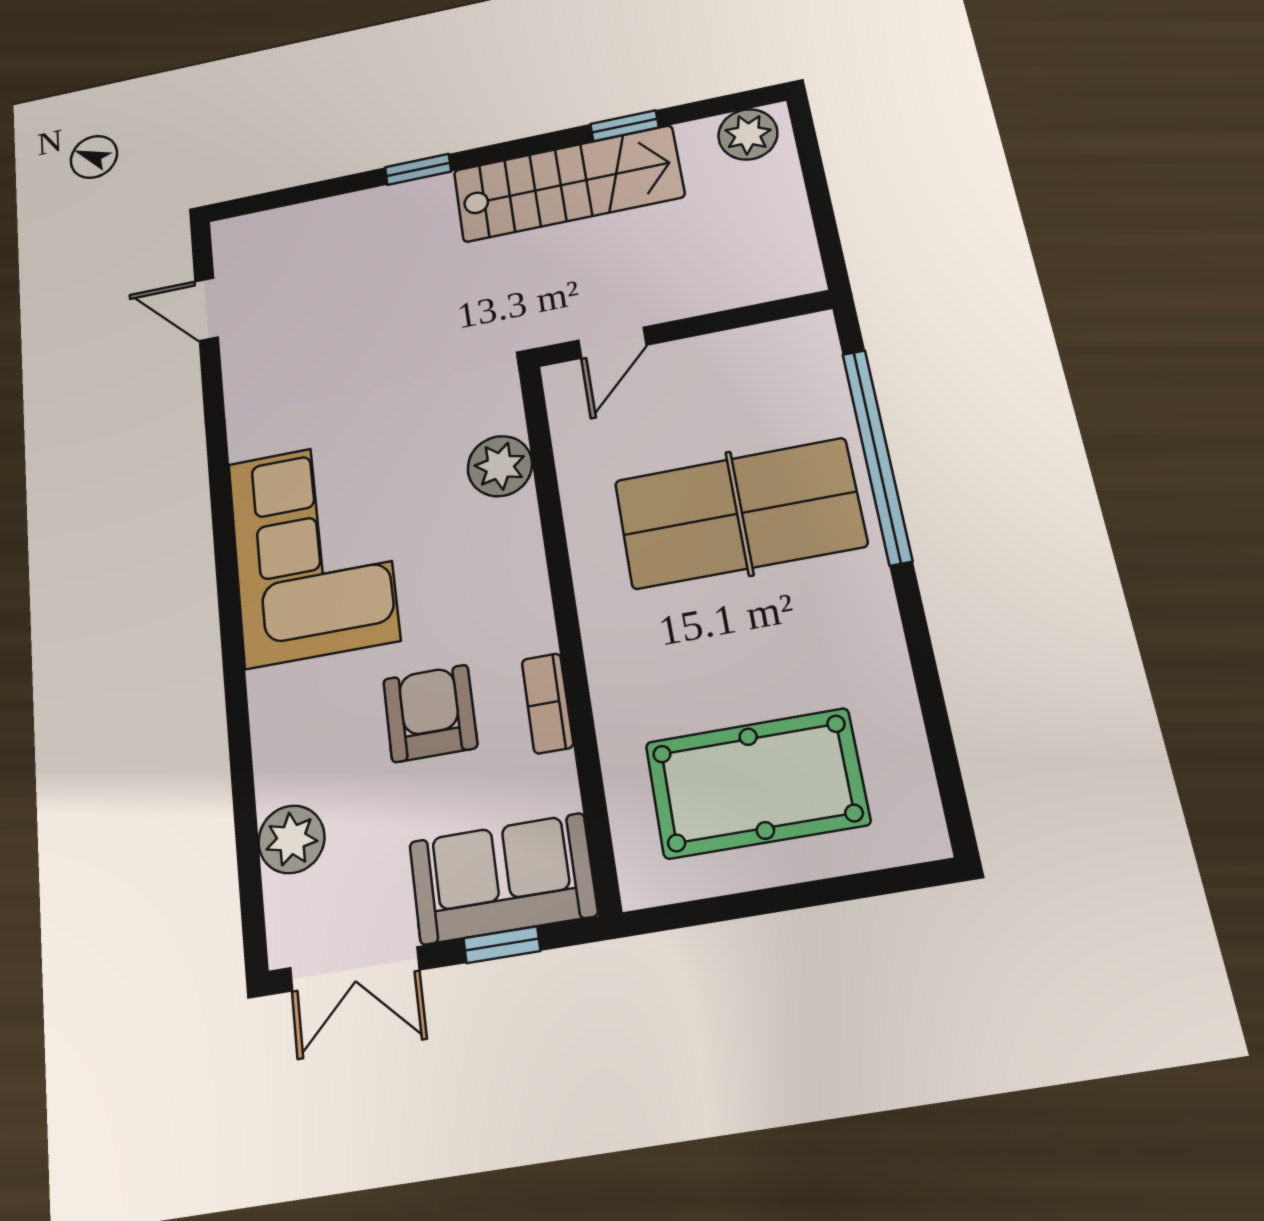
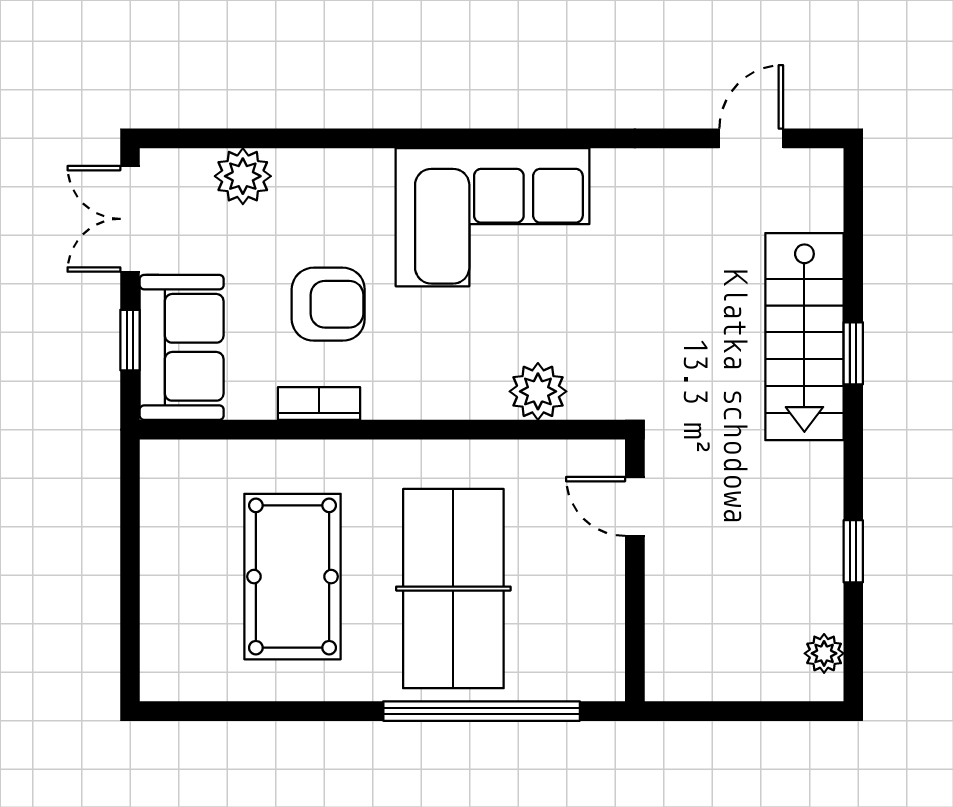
plant: (748, 134) -> (824, 653), width x0.73, depth x0.73
stairs: (568, 184) -> (804, 337), moved
pool table: (757, 783) -> (293, 577), moved

